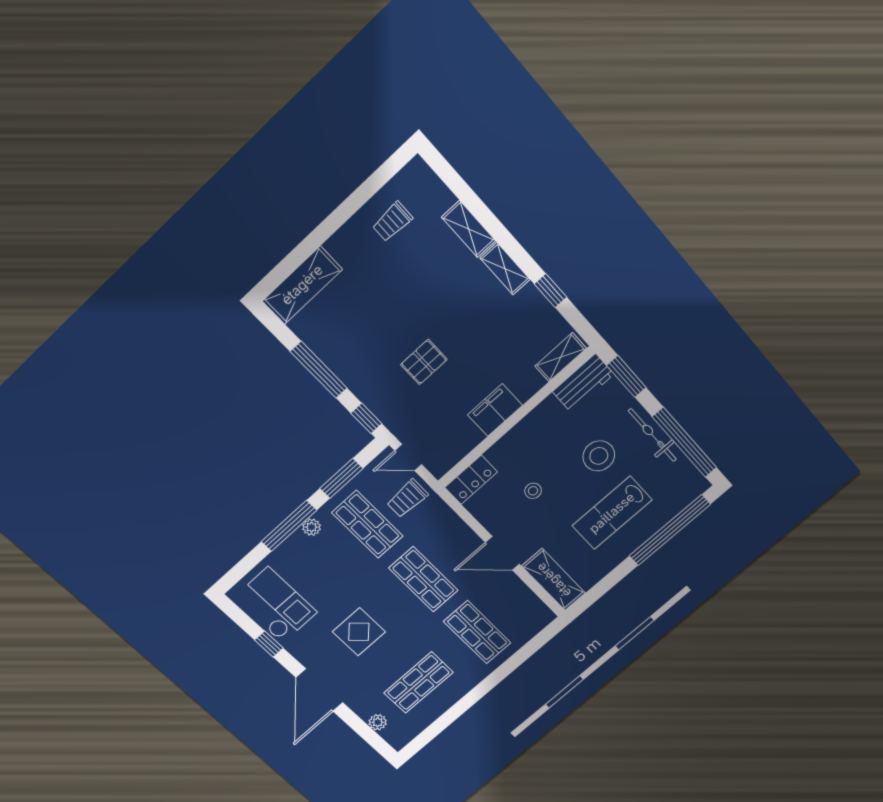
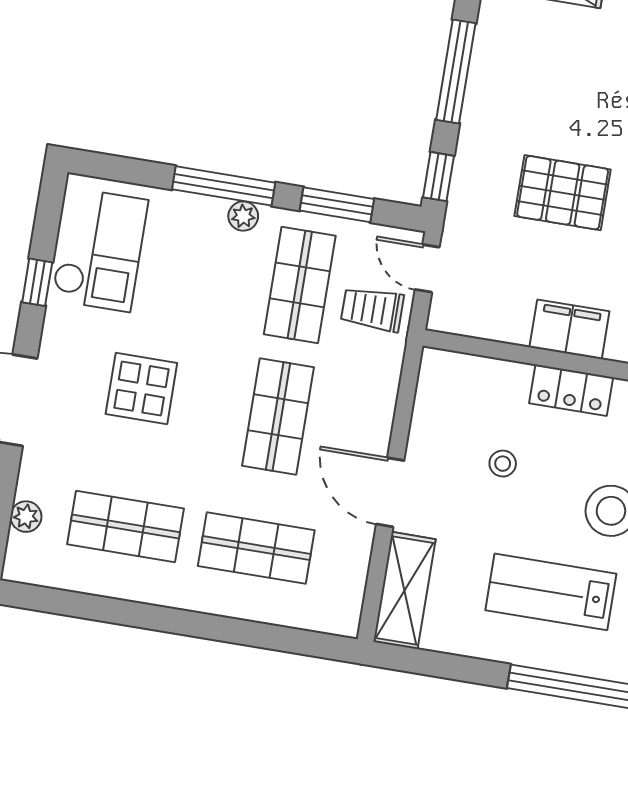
pallet: (424, 362) -> (563, 193), width x1.50, depth x1.42
locker: (471, 480) -> (571, 390), moved
shop shelf: (477, 632) -> (256, 548), turned 90

